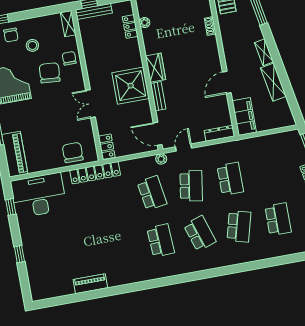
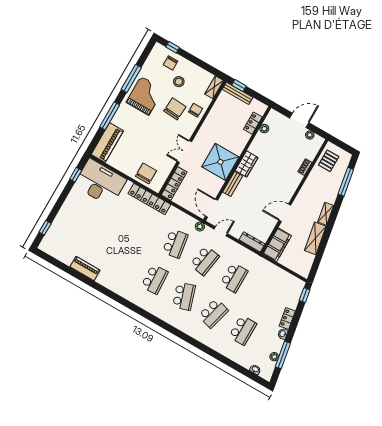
locker: (107, 147) -> (174, 183), width x1.53
window: (19, 254) -> (45, 228), moved

